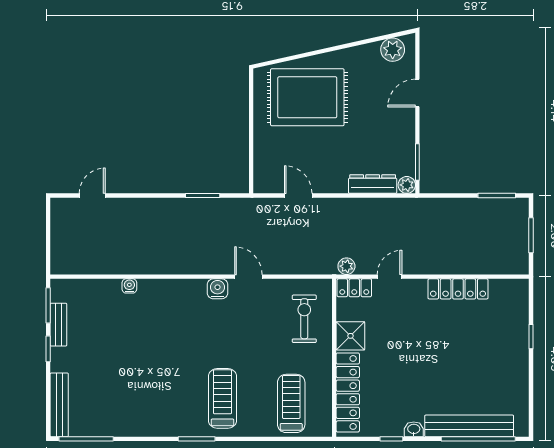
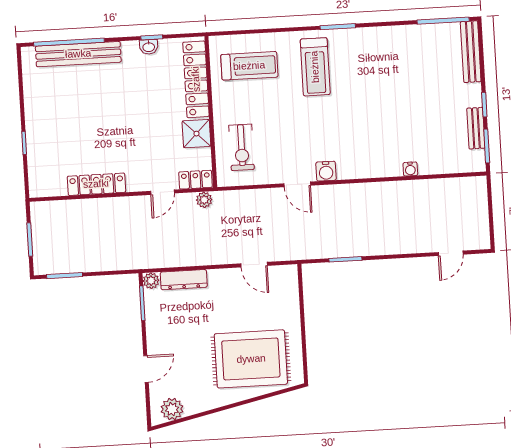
treadmill: (291, 403) -> (249, 66), turned -90
washbasin: (414, 429) -> (149, 47), moved

